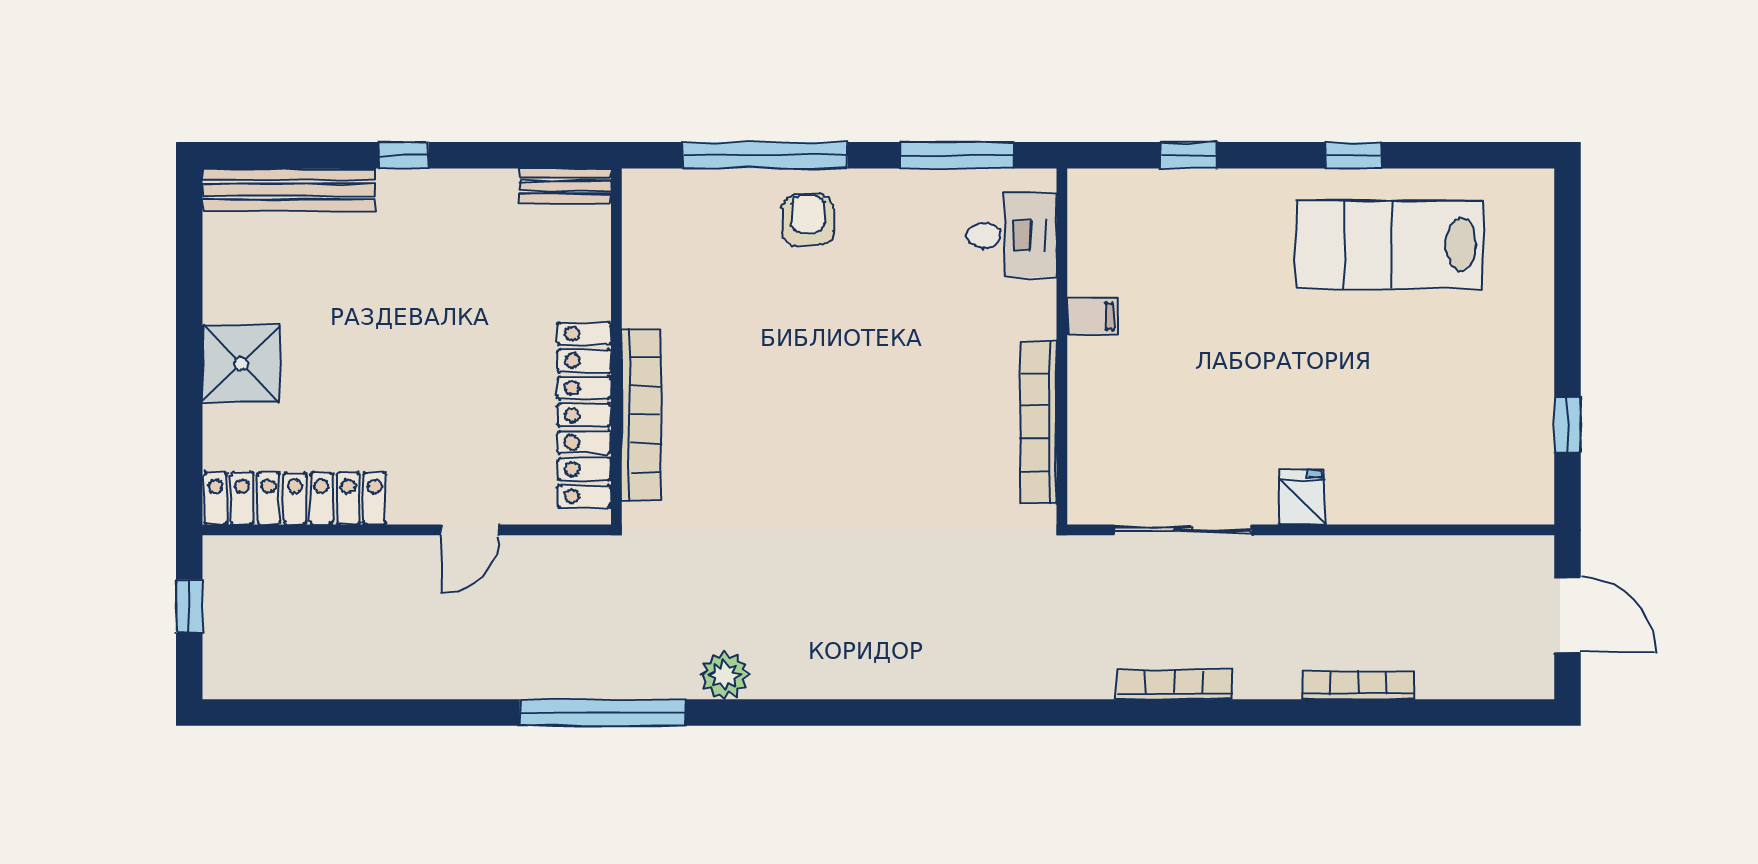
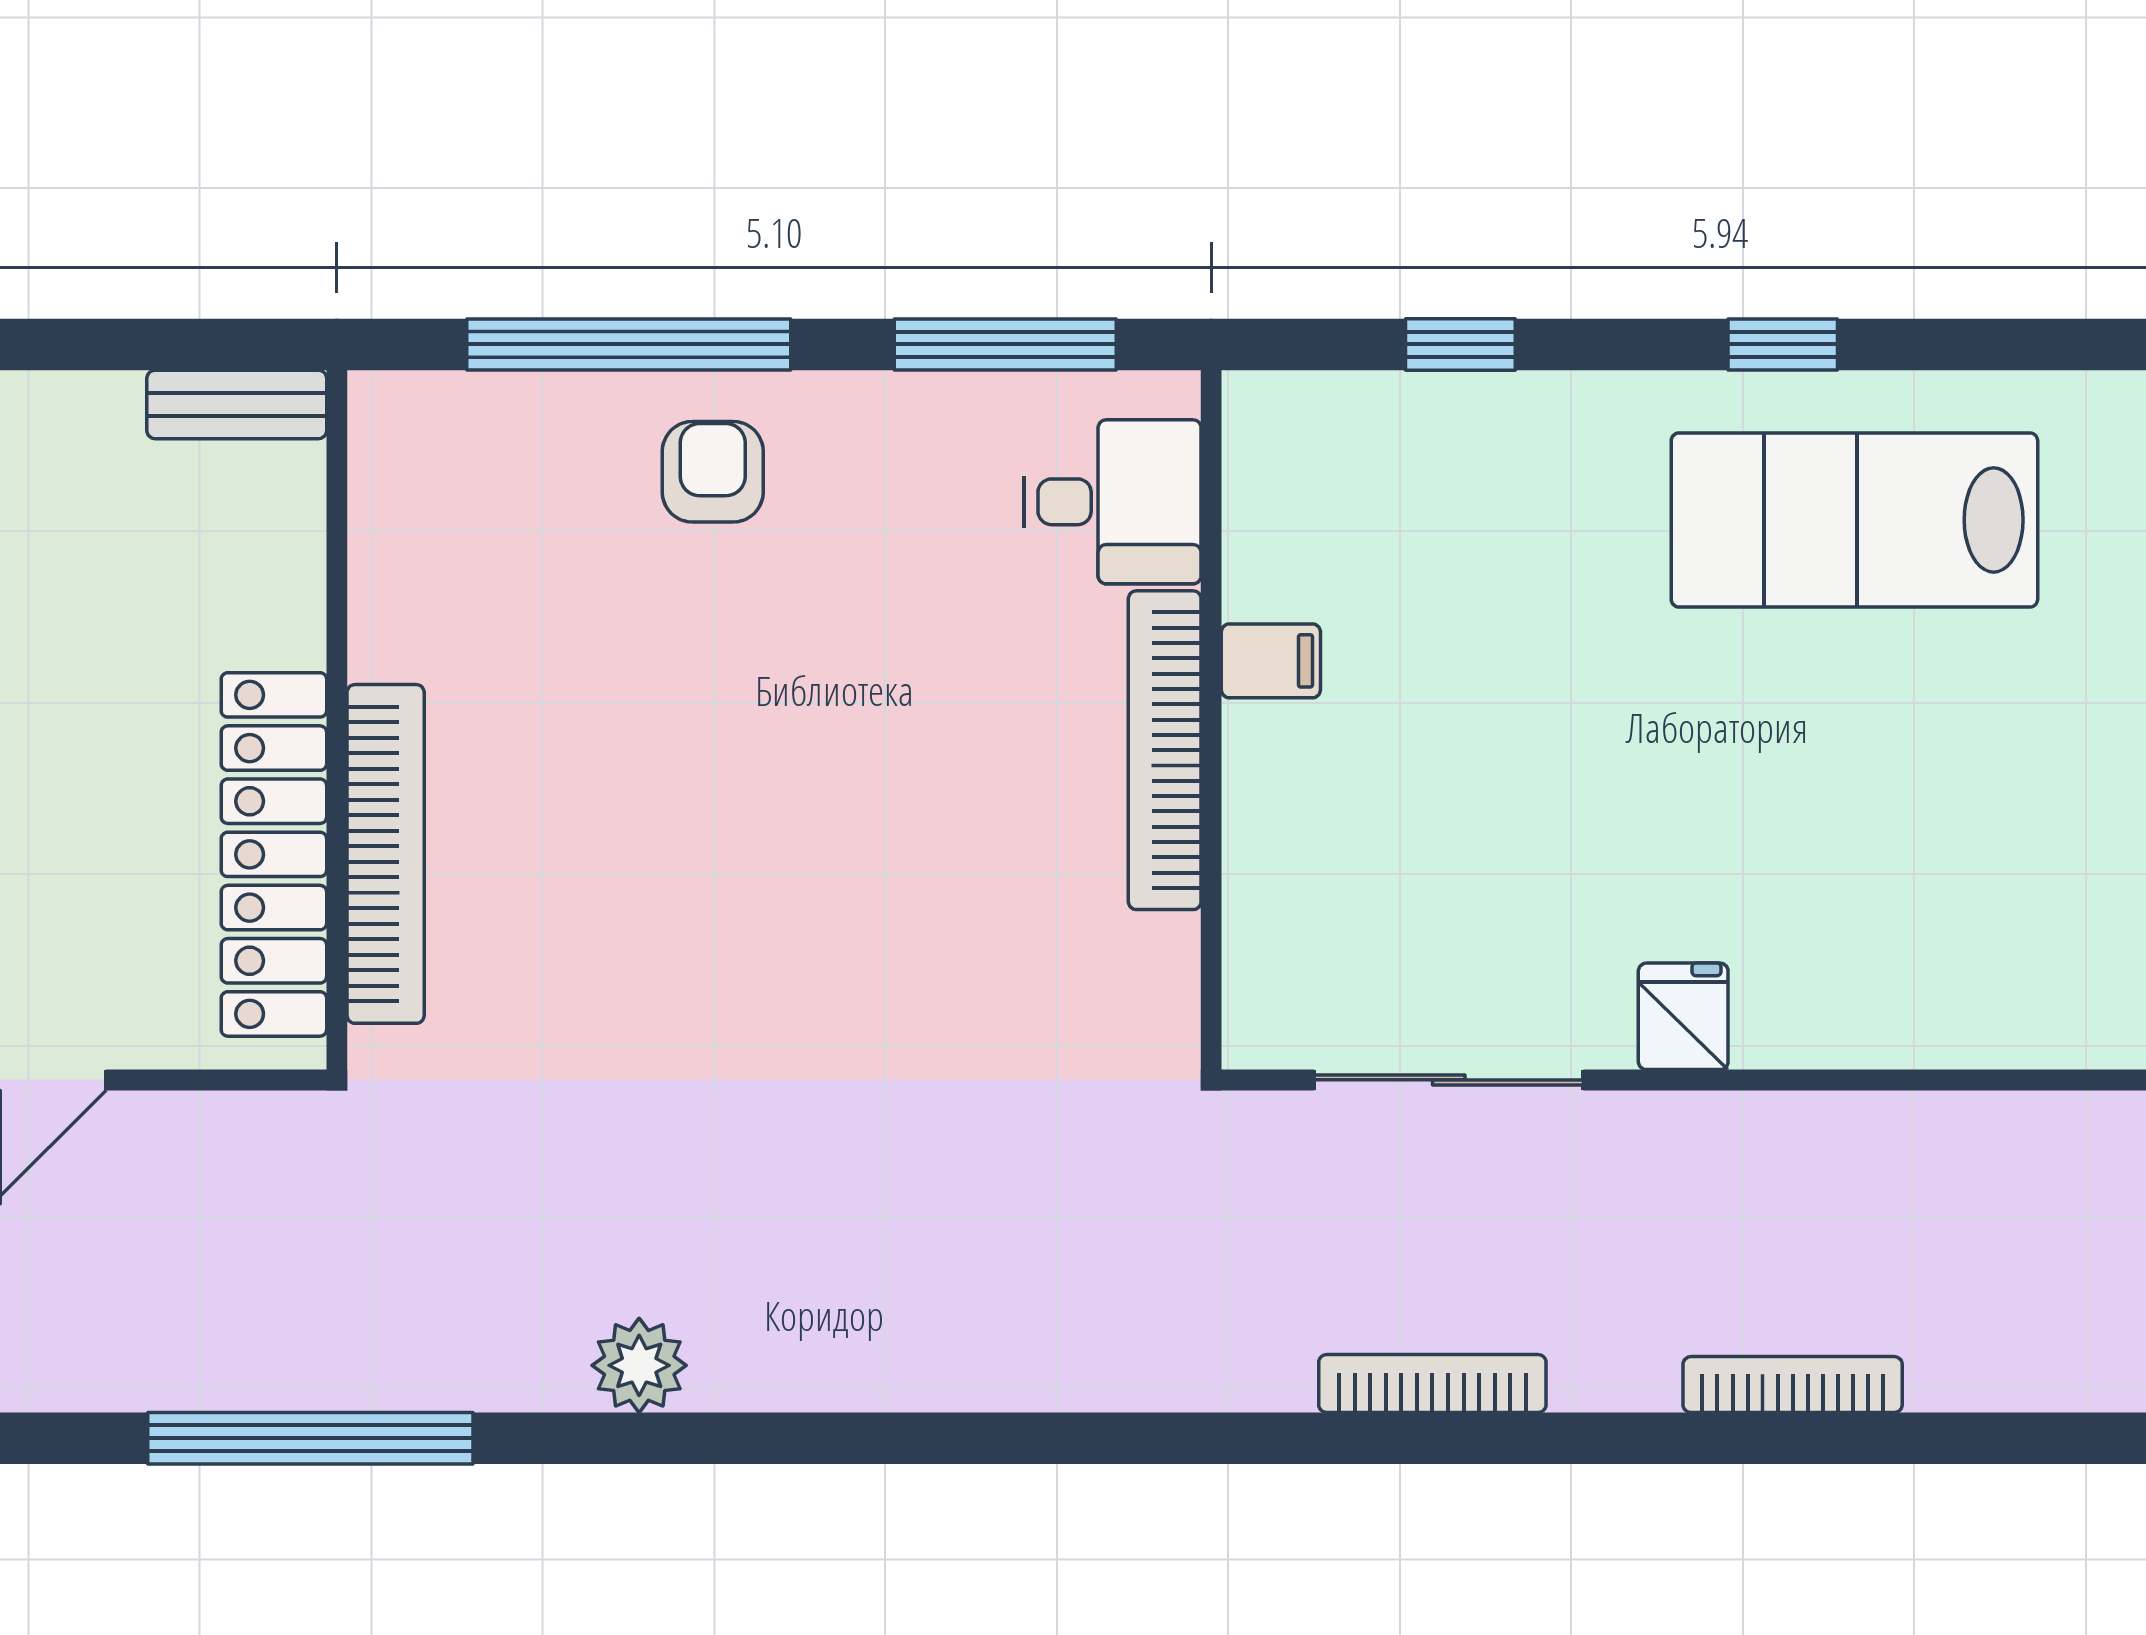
bookcase: (1038, 422) -> (1165, 750), moved
plant: (725, 675) -> (639, 1365), moved

